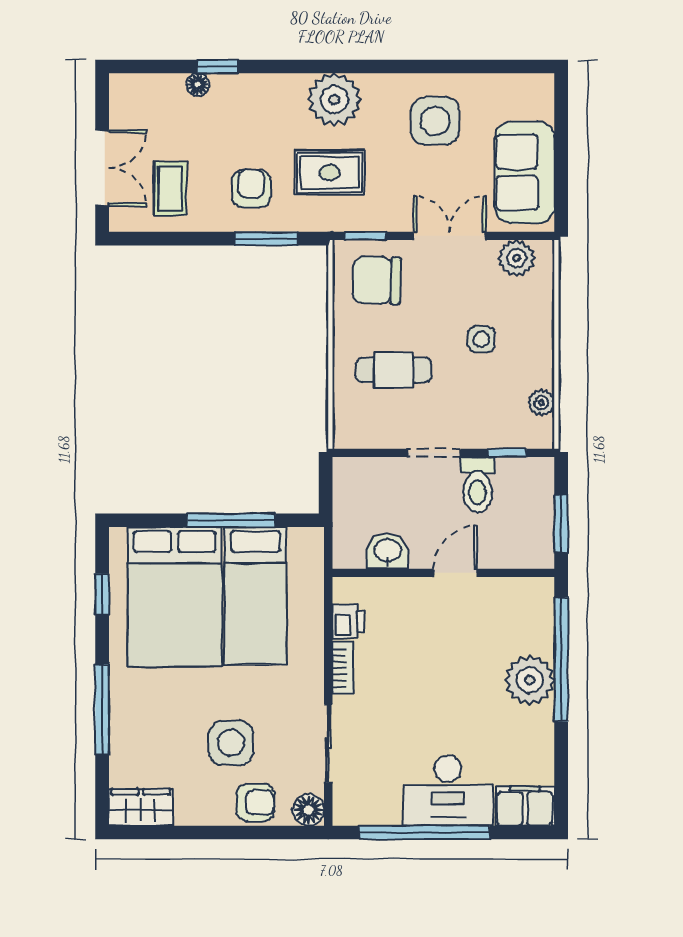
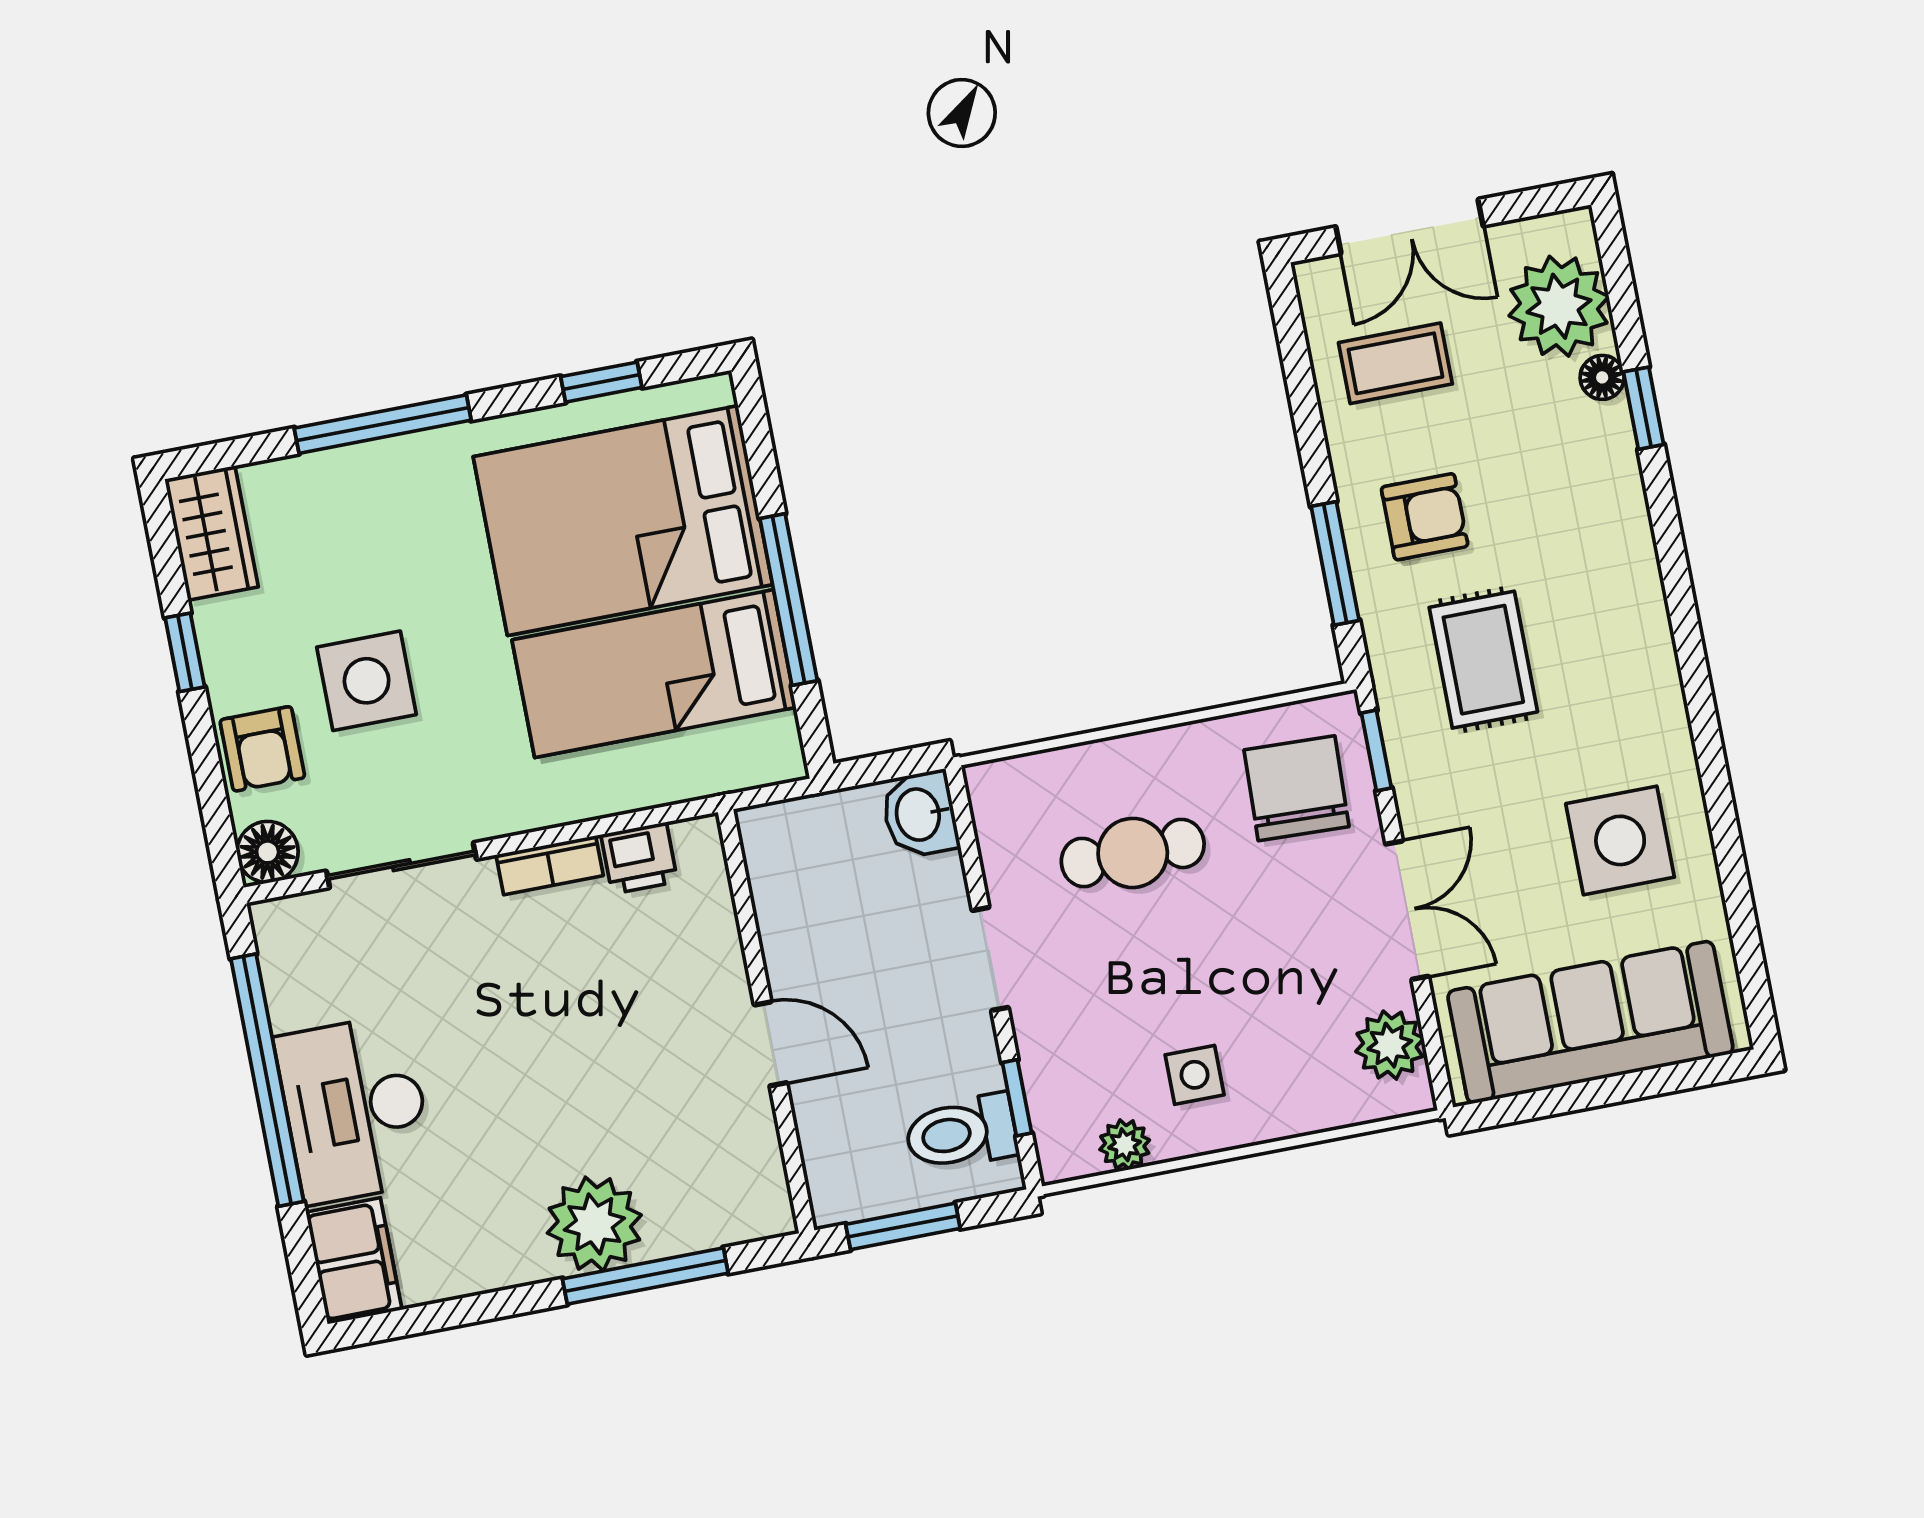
plant: (334, 100) -> (1559, 306), moved
sofa: (525, 172) -> (1590, 1022), width x1.36
side table: (481, 339) -> (1195, 1075), moved
cafe table: (394, 370) -> (1133, 853), turned 90
toilet: (478, 485) -> (961, 1133), moved
washbasin: (388, 551) -> (920, 814), moved, turned 180
window: (561, 659) -> (645, 1276), width x0.68
window: (199, 832) -> (185, 652), added

